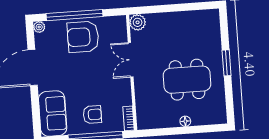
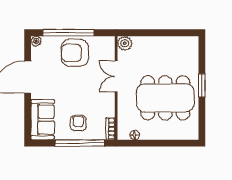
dining table: (187, 80) -> (165, 98), width x1.36, depth x1.24
armchair: (92, 115) -> (78, 123), turned -90
floor lamp: (185, 121) -> (135, 135), moved

